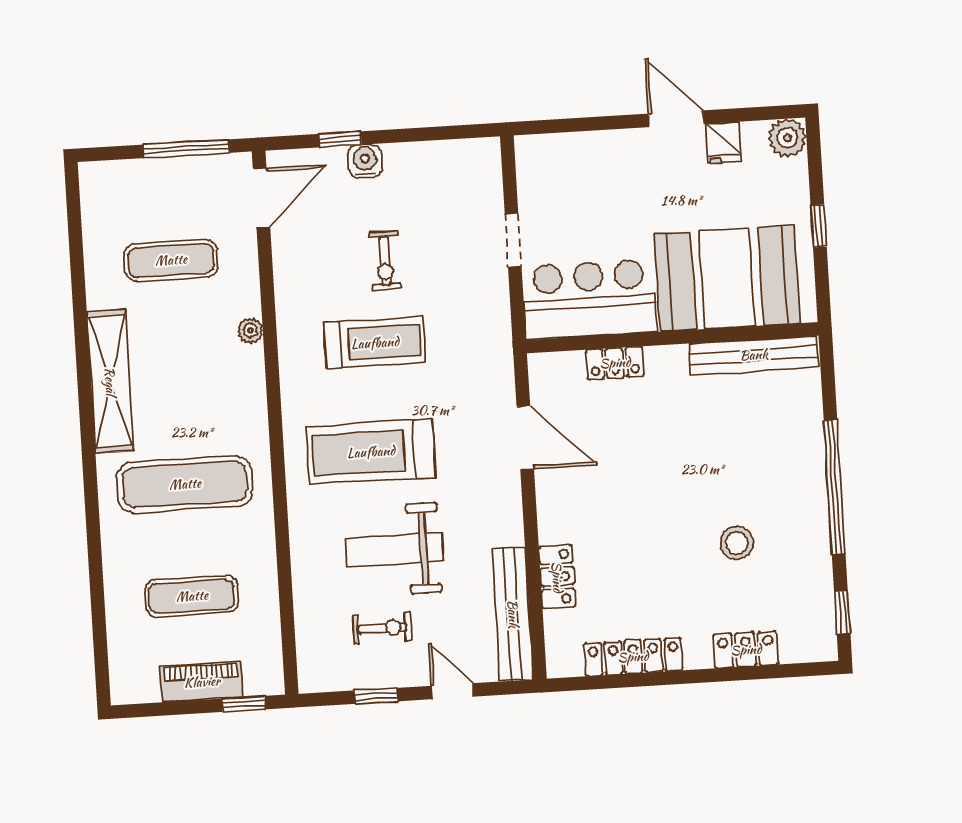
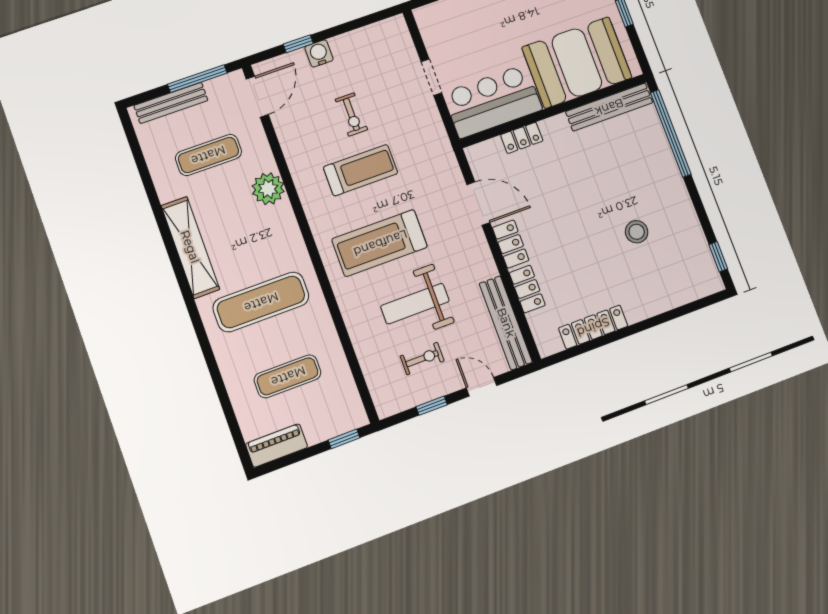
bench: (140, 173) -> (171, 103), added
plant: (250, 331) -> (268, 189), width x1.88, depth x1.88
window: (835, 487) -> (671, 133), moved
locker: (746, 650) -> (511, 244), moved, turned 90
piano: (202, 682) -> (277, 446), moved

